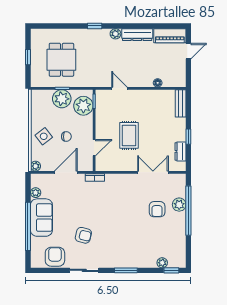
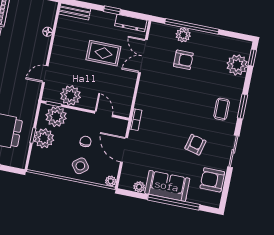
plant: (105, 115) -> (70, 96), added
rug: (129, 135) -> (103, 53), moved
dresser: (180, 151) -> (131, 23), width x1.44
coffee table: (120, 252) -> (222, 109), added
plant: (162, 263) -> (237, 65), width x1.87, depth x1.87

